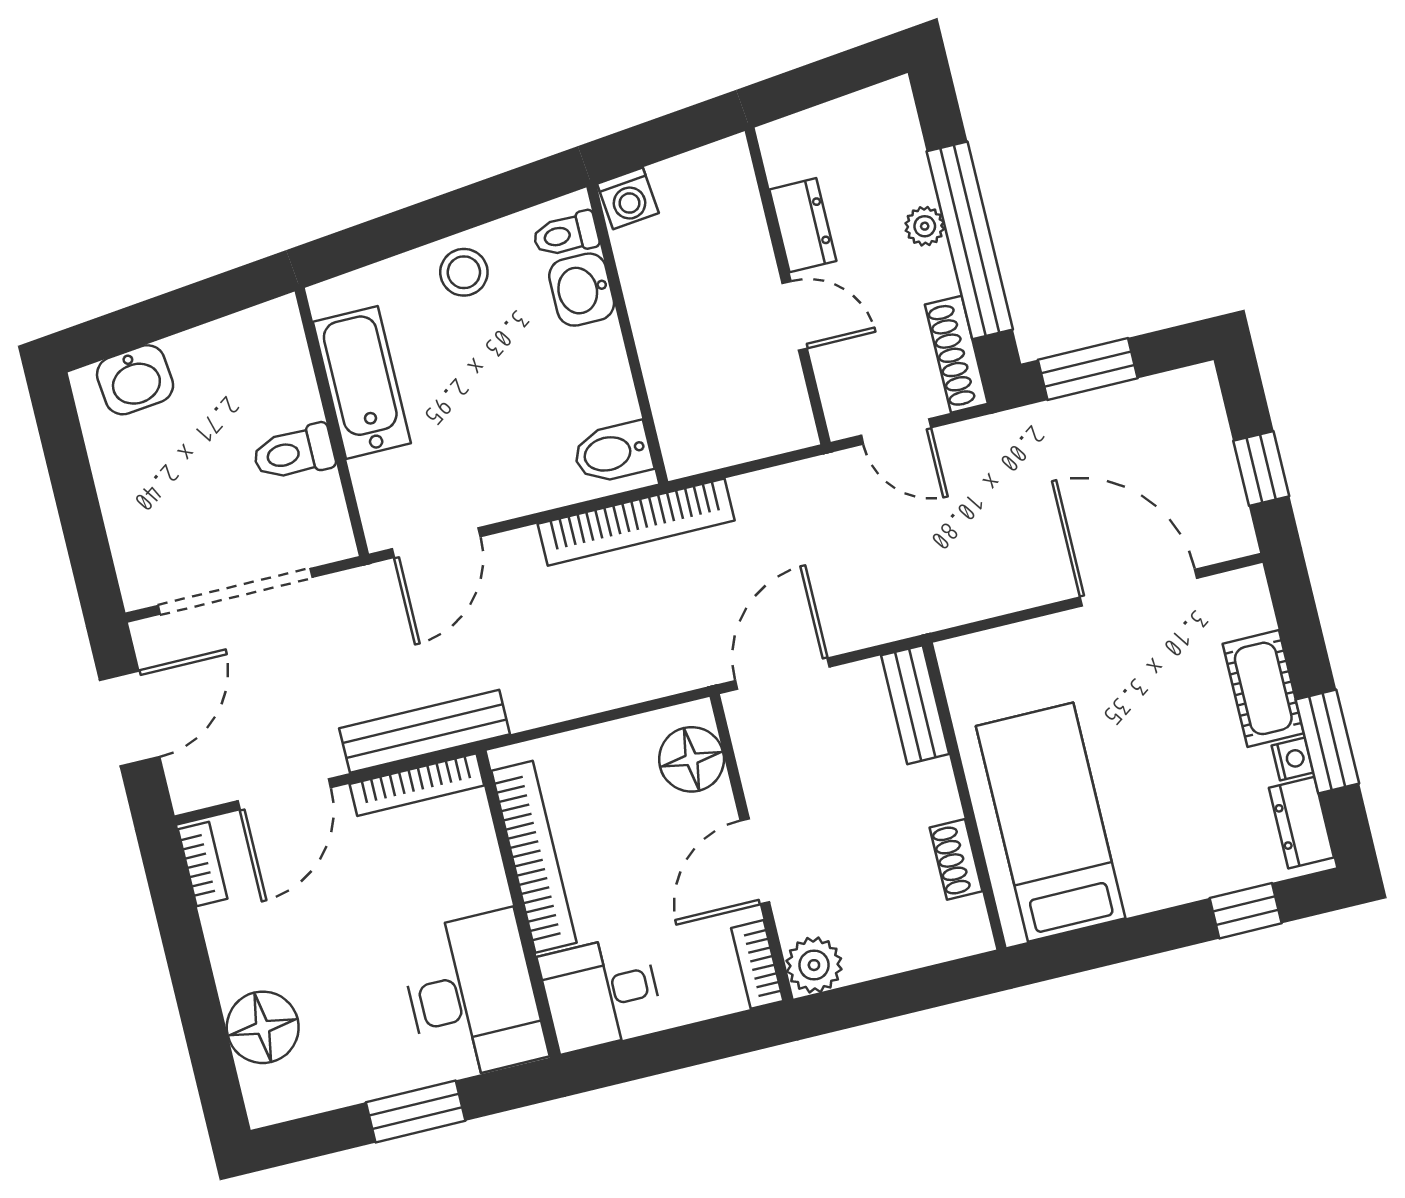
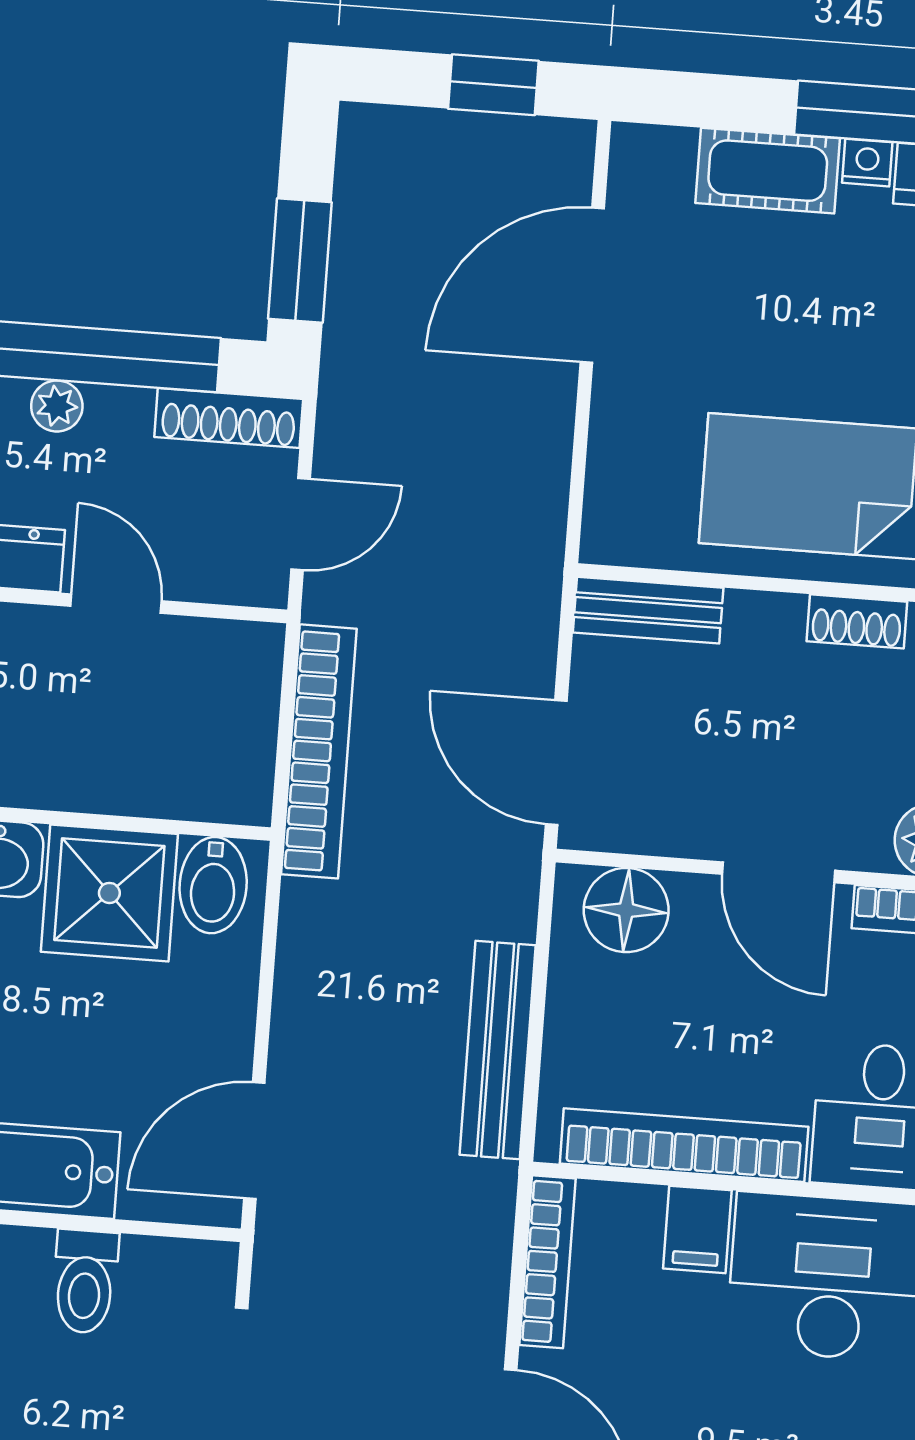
door: (795, 316) -> (116, 604), hinge flipped
shower: (582, 379) -> (109, 893), added
bookcase: (636, 522) -> (319, 751), moved
door: (436, 543) -> (254, 1141), swing flipped
bench: (425, 731) -> (498, 1050), moved
filing cabinet: (476, 886) -> (697, 1229), added

